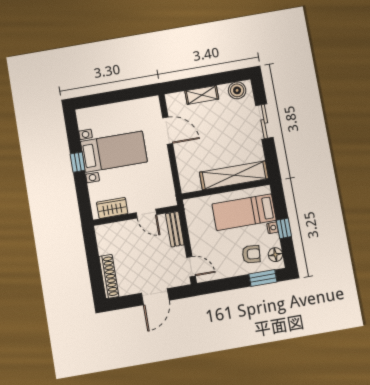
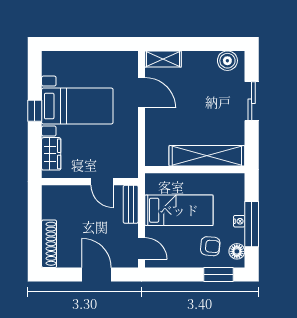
shelving: (202, 95) -> (163, 59), moved
wardrobe: (112, 208) -> (51, 154), moved, turned 90
bed: (244, 212) -> (179, 210), moved, turned 180
window: (284, 228) -> (252, 224), width x2.17
door: (155, 297) -> (97, 275), swing flipped

